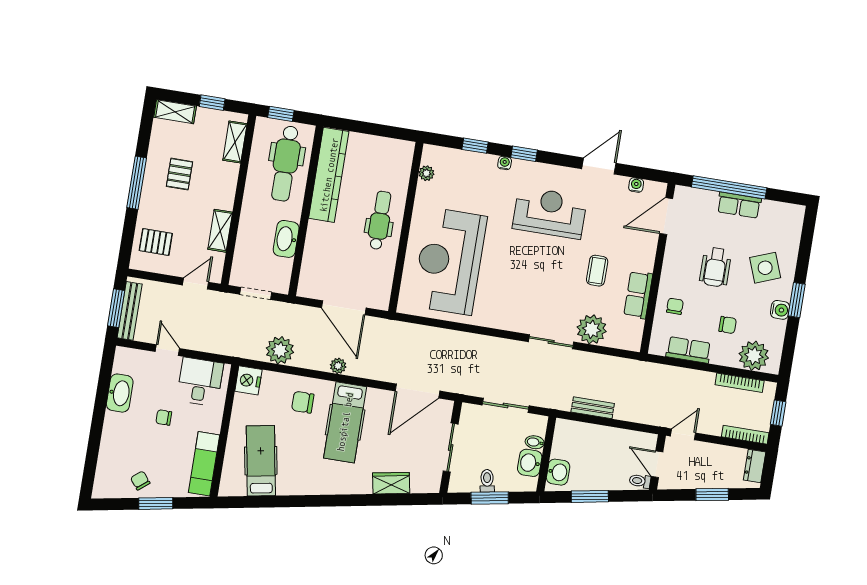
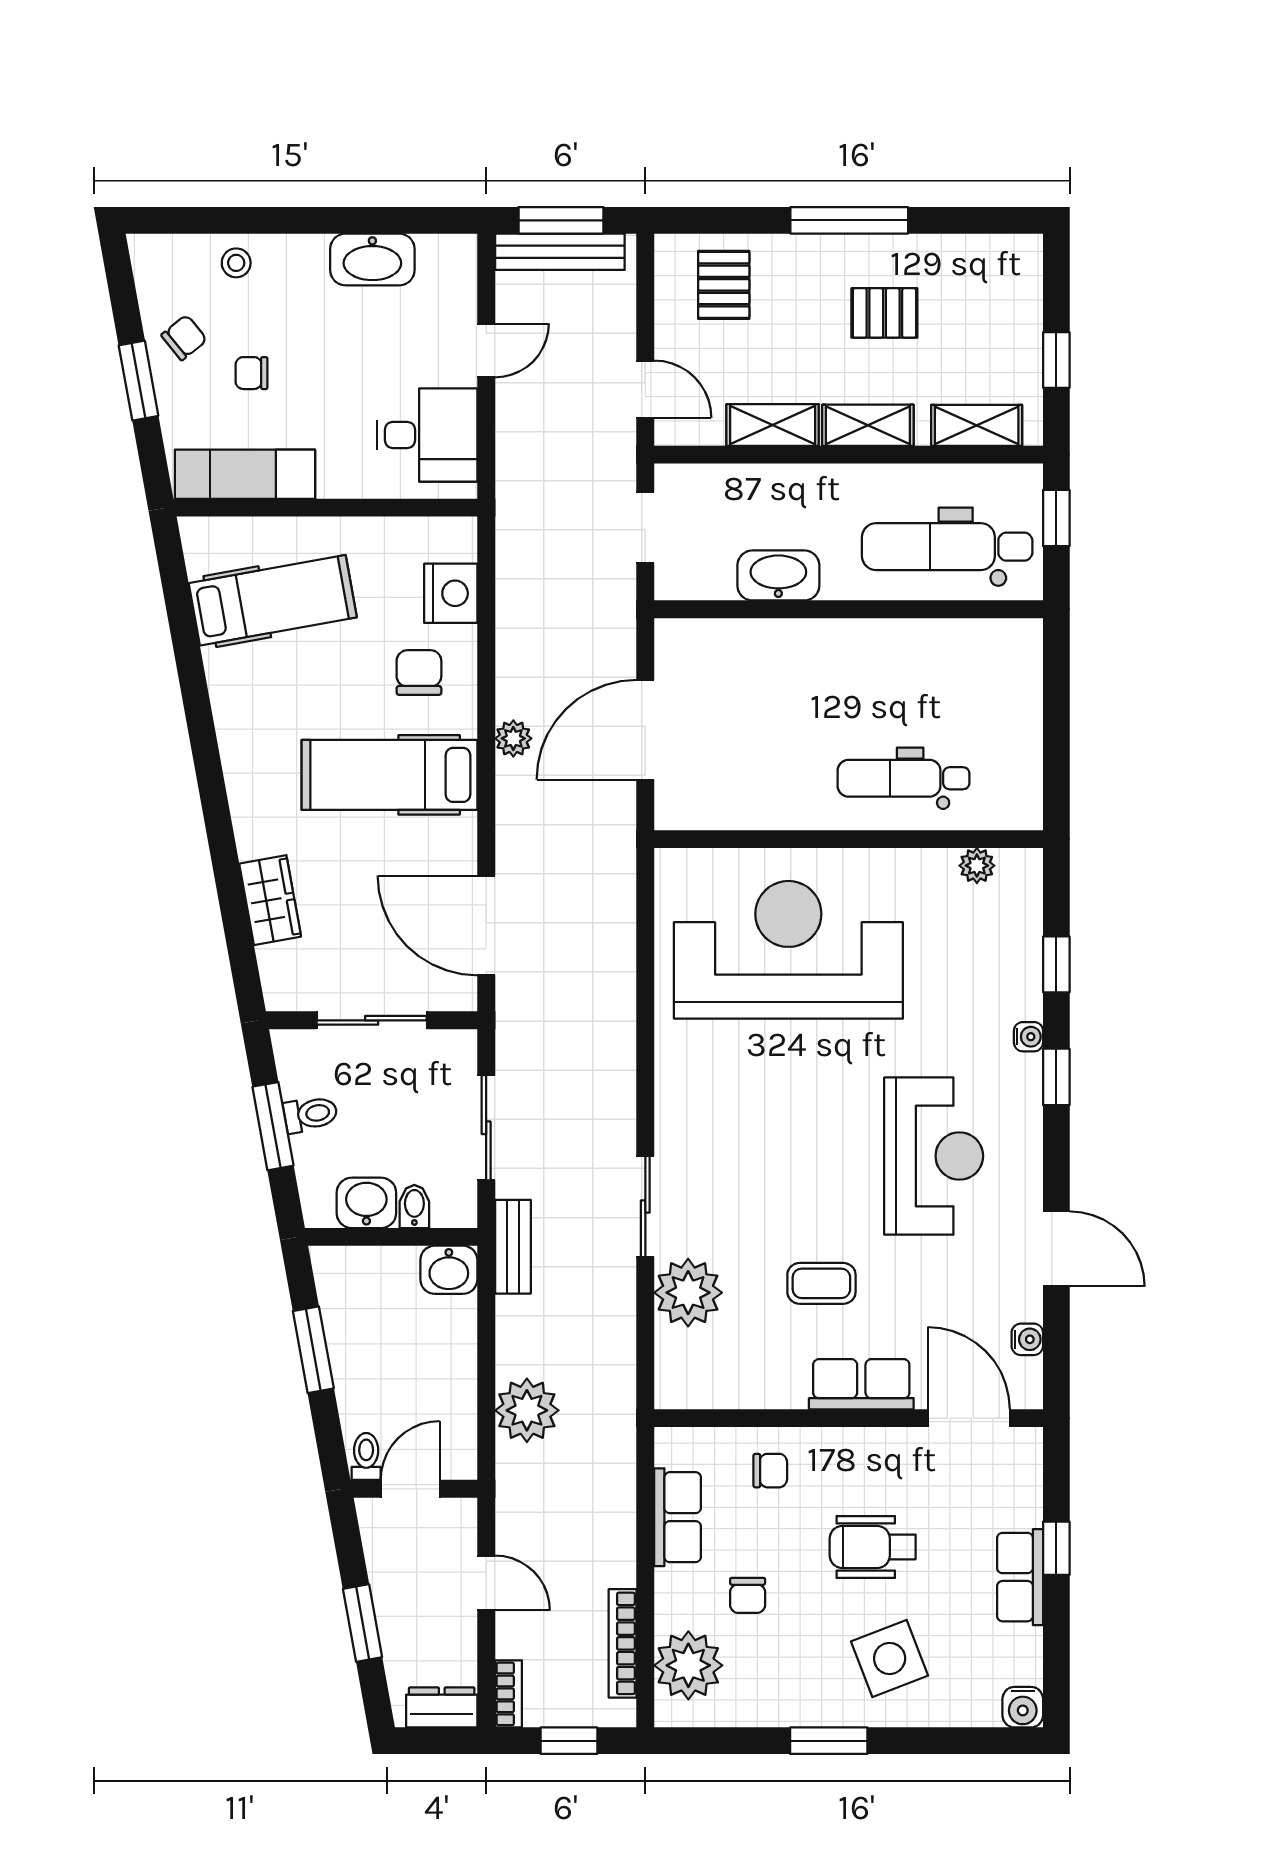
shelving: (175, 112) -> (868, 425), moved, turned 90
kitchen counter: (329, 175) -> (937, 647), removed
window: (729, 187) -> (1056, 1548), width x0.32
dental chair: (380, 220) -> (904, 778), moved, turned 180
row of seats: (638, 295) -> (861, 1384), moved
water cooler: (780, 310) -> (1023, 1707), moved
plant: (280, 350) -> (527, 1410), moved
nightstand: (248, 380) -> (451, 593), moved, turned 90
bench: (593, 408) -> (513, 1247), moved
chair: (164, 417) -> (252, 373), moved, turned -90
door: (683, 434) -> (486, 1583), moved
bookcase: (745, 435) -> (508, 1694), width x0.64
stool: (111, 453) -> (236, 263), added
washbasin: (558, 472) -> (449, 1270), moved

